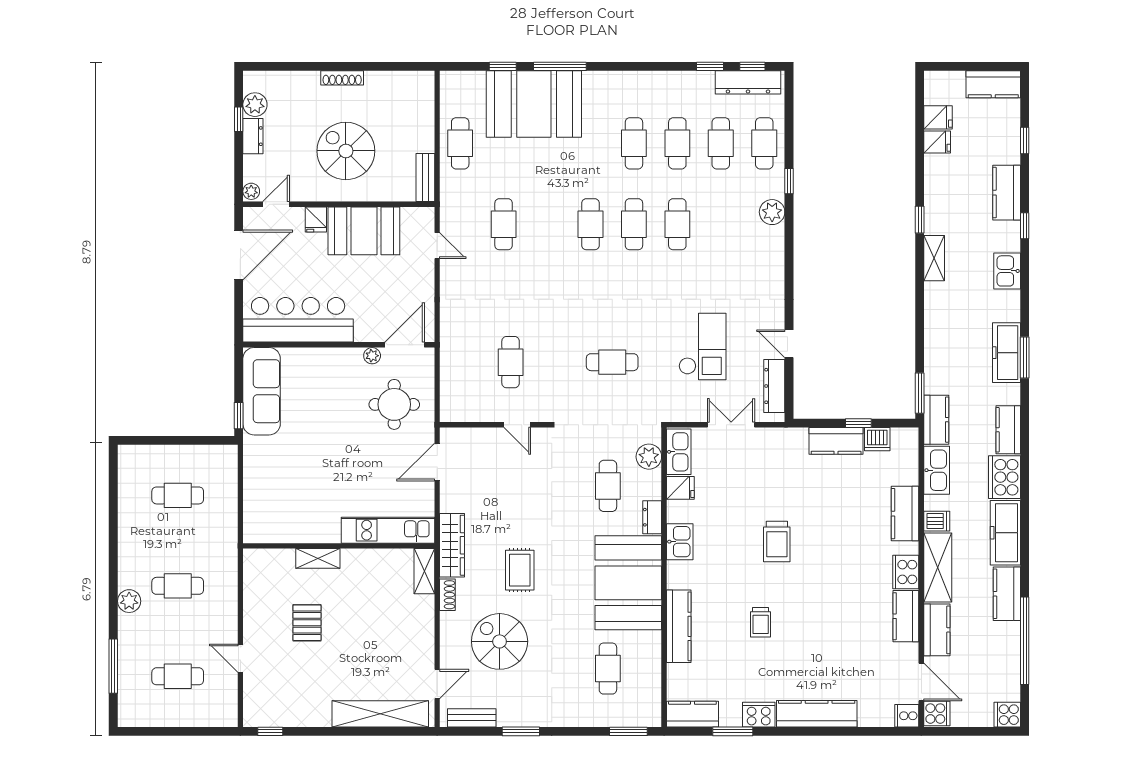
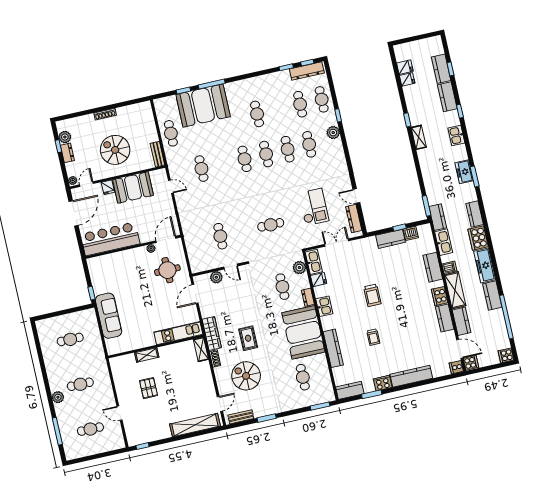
kitchen counter: (993, 84) -> (441, 69), moved, turned 90
cafe table: (677, 143) -> (309, 144), moved
freezer: (1006, 353) -> (464, 172), width x0.71
sofa: (262, 391) -> (109, 316), moved
plant: (485, 439) -> (216, 277), added

